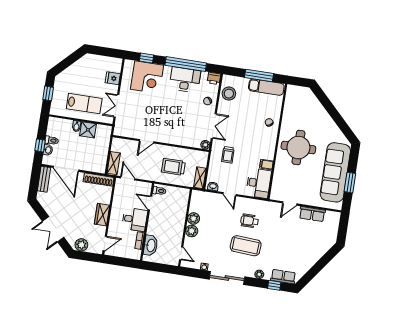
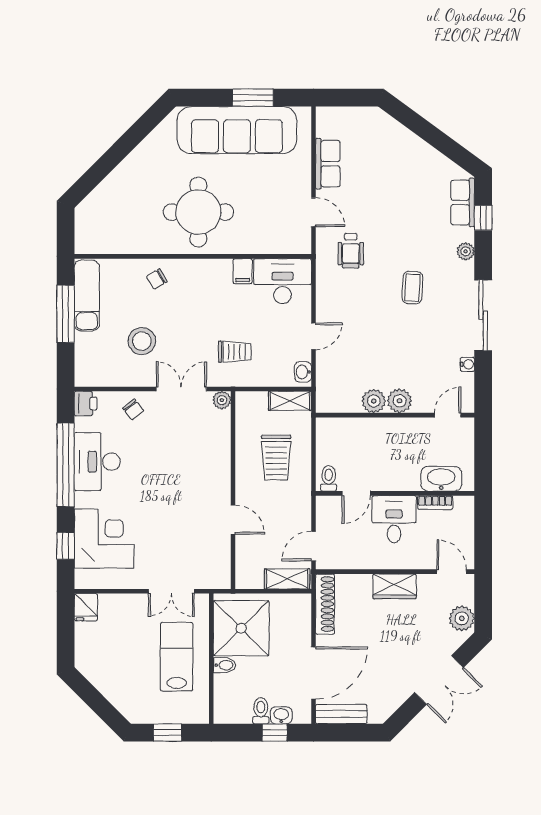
fridge: (113, 78) -> (86, 607), moved
stool: (229, 94) -> (142, 341), moved
shower: (88, 130) -> (241, 628), width x1.86, depth x1.86
wheelchair: (250, 221) -> (351, 251), moved
coffee table: (246, 246) -> (412, 288), width x0.54, depth x0.58

